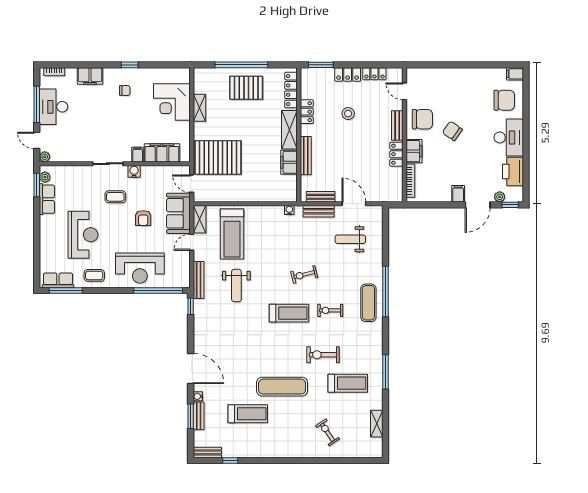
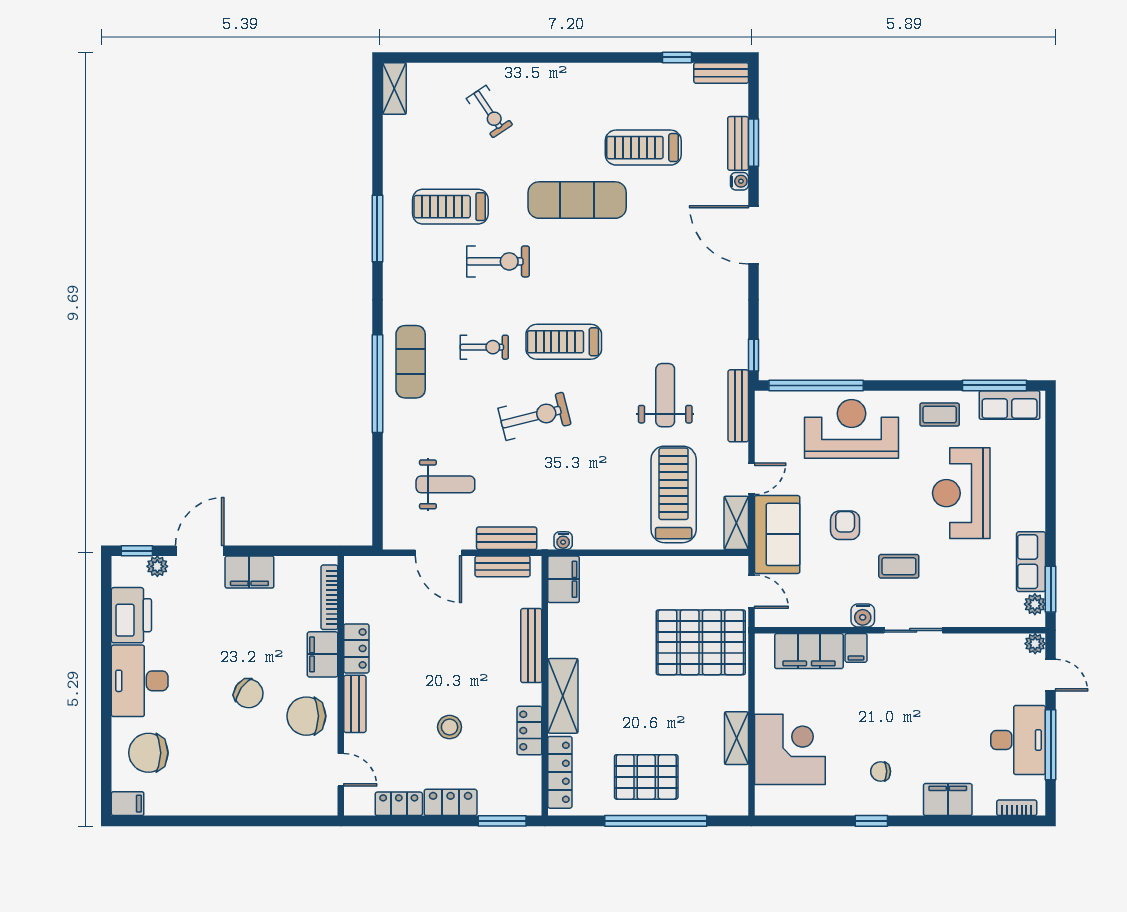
filing cabinet: (289, 162) -> (564, 579), moved
filing cabinet: (458, 194) -> (249, 572), width x2.00
exercise bike: (304, 274) -> (534, 416), width x1.38, depth x1.39
shelving: (377, 424) -> (394, 89), moved

